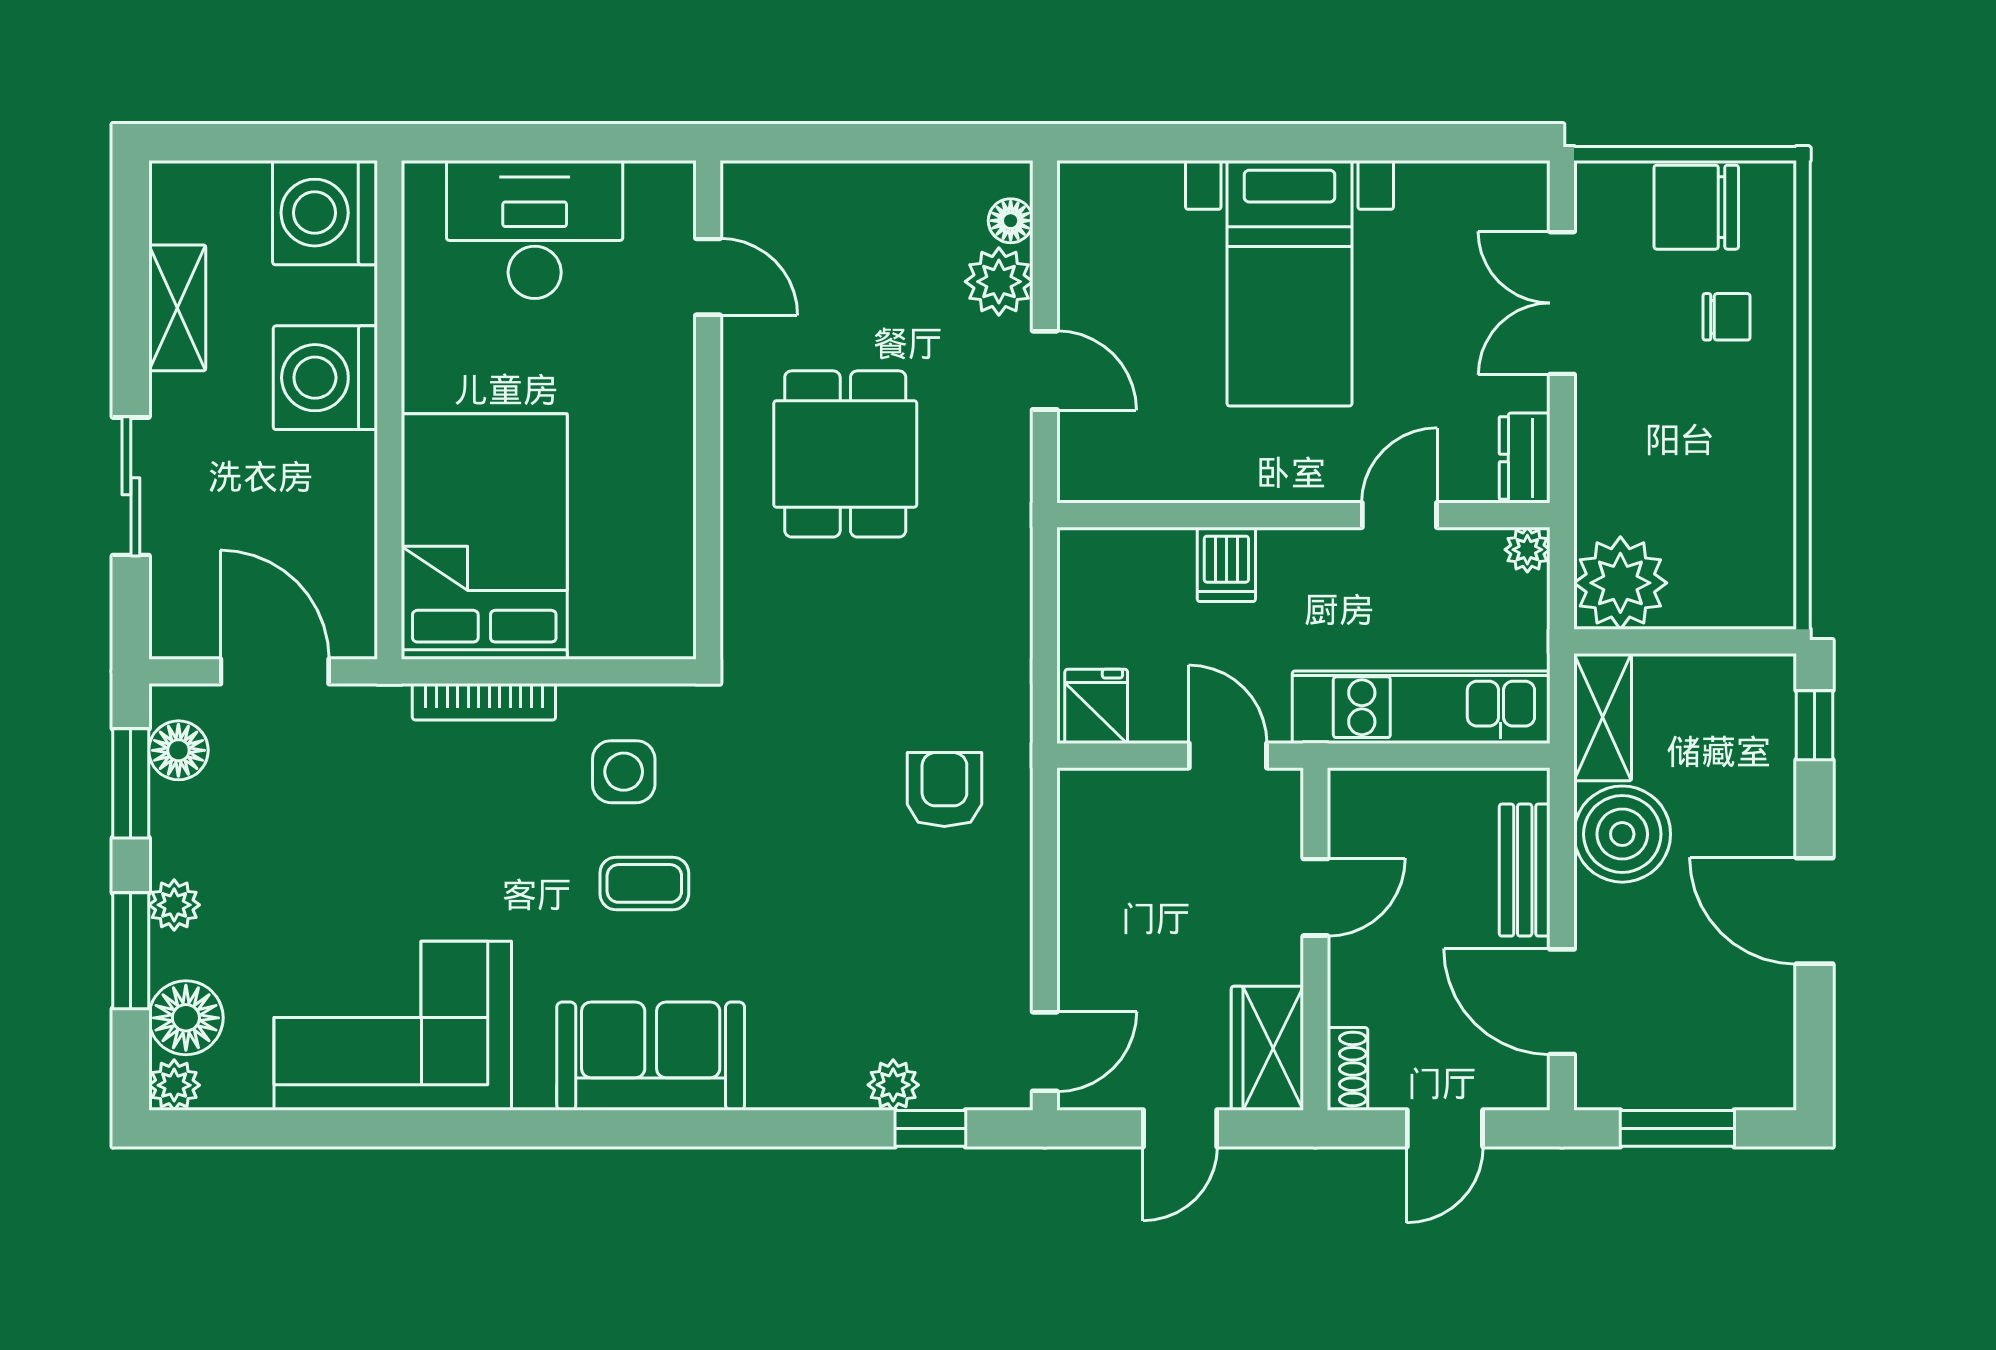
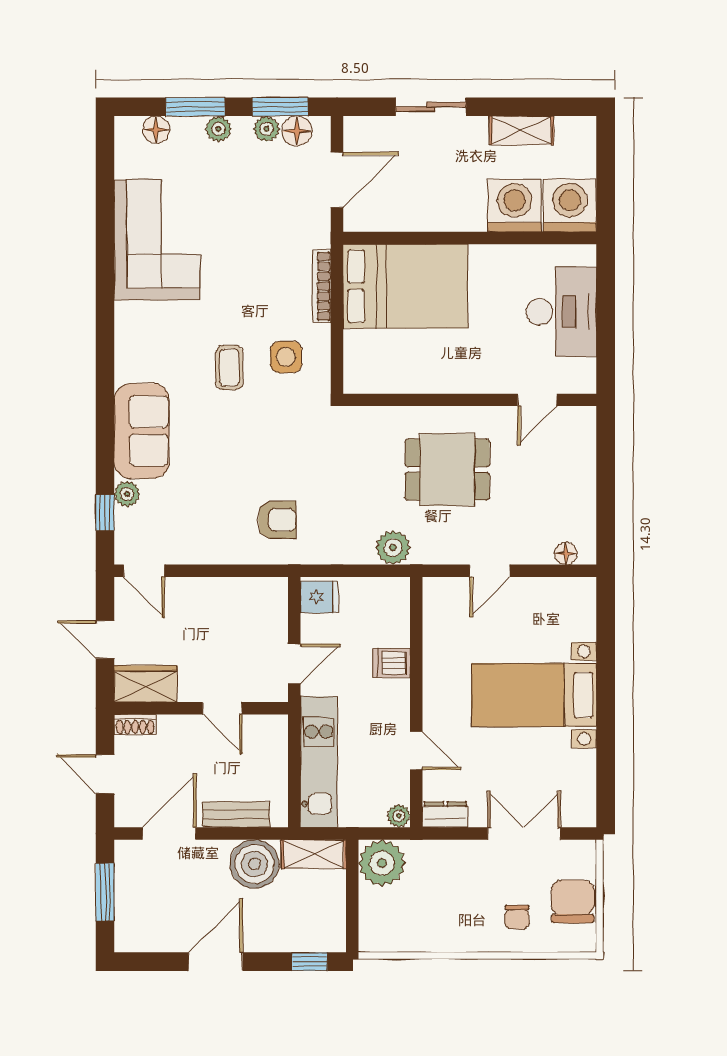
plant: (999, 282) -> (393, 548), moved
washing machine: (325, 378) -> (515, 206), moved
floor lamp: (186, 1018) -> (156, 130), width x0.73, depth x0.73
sofa: (651, 1056) -> (142, 431), moved
plant: (174, 1085) -> (267, 129), moved

